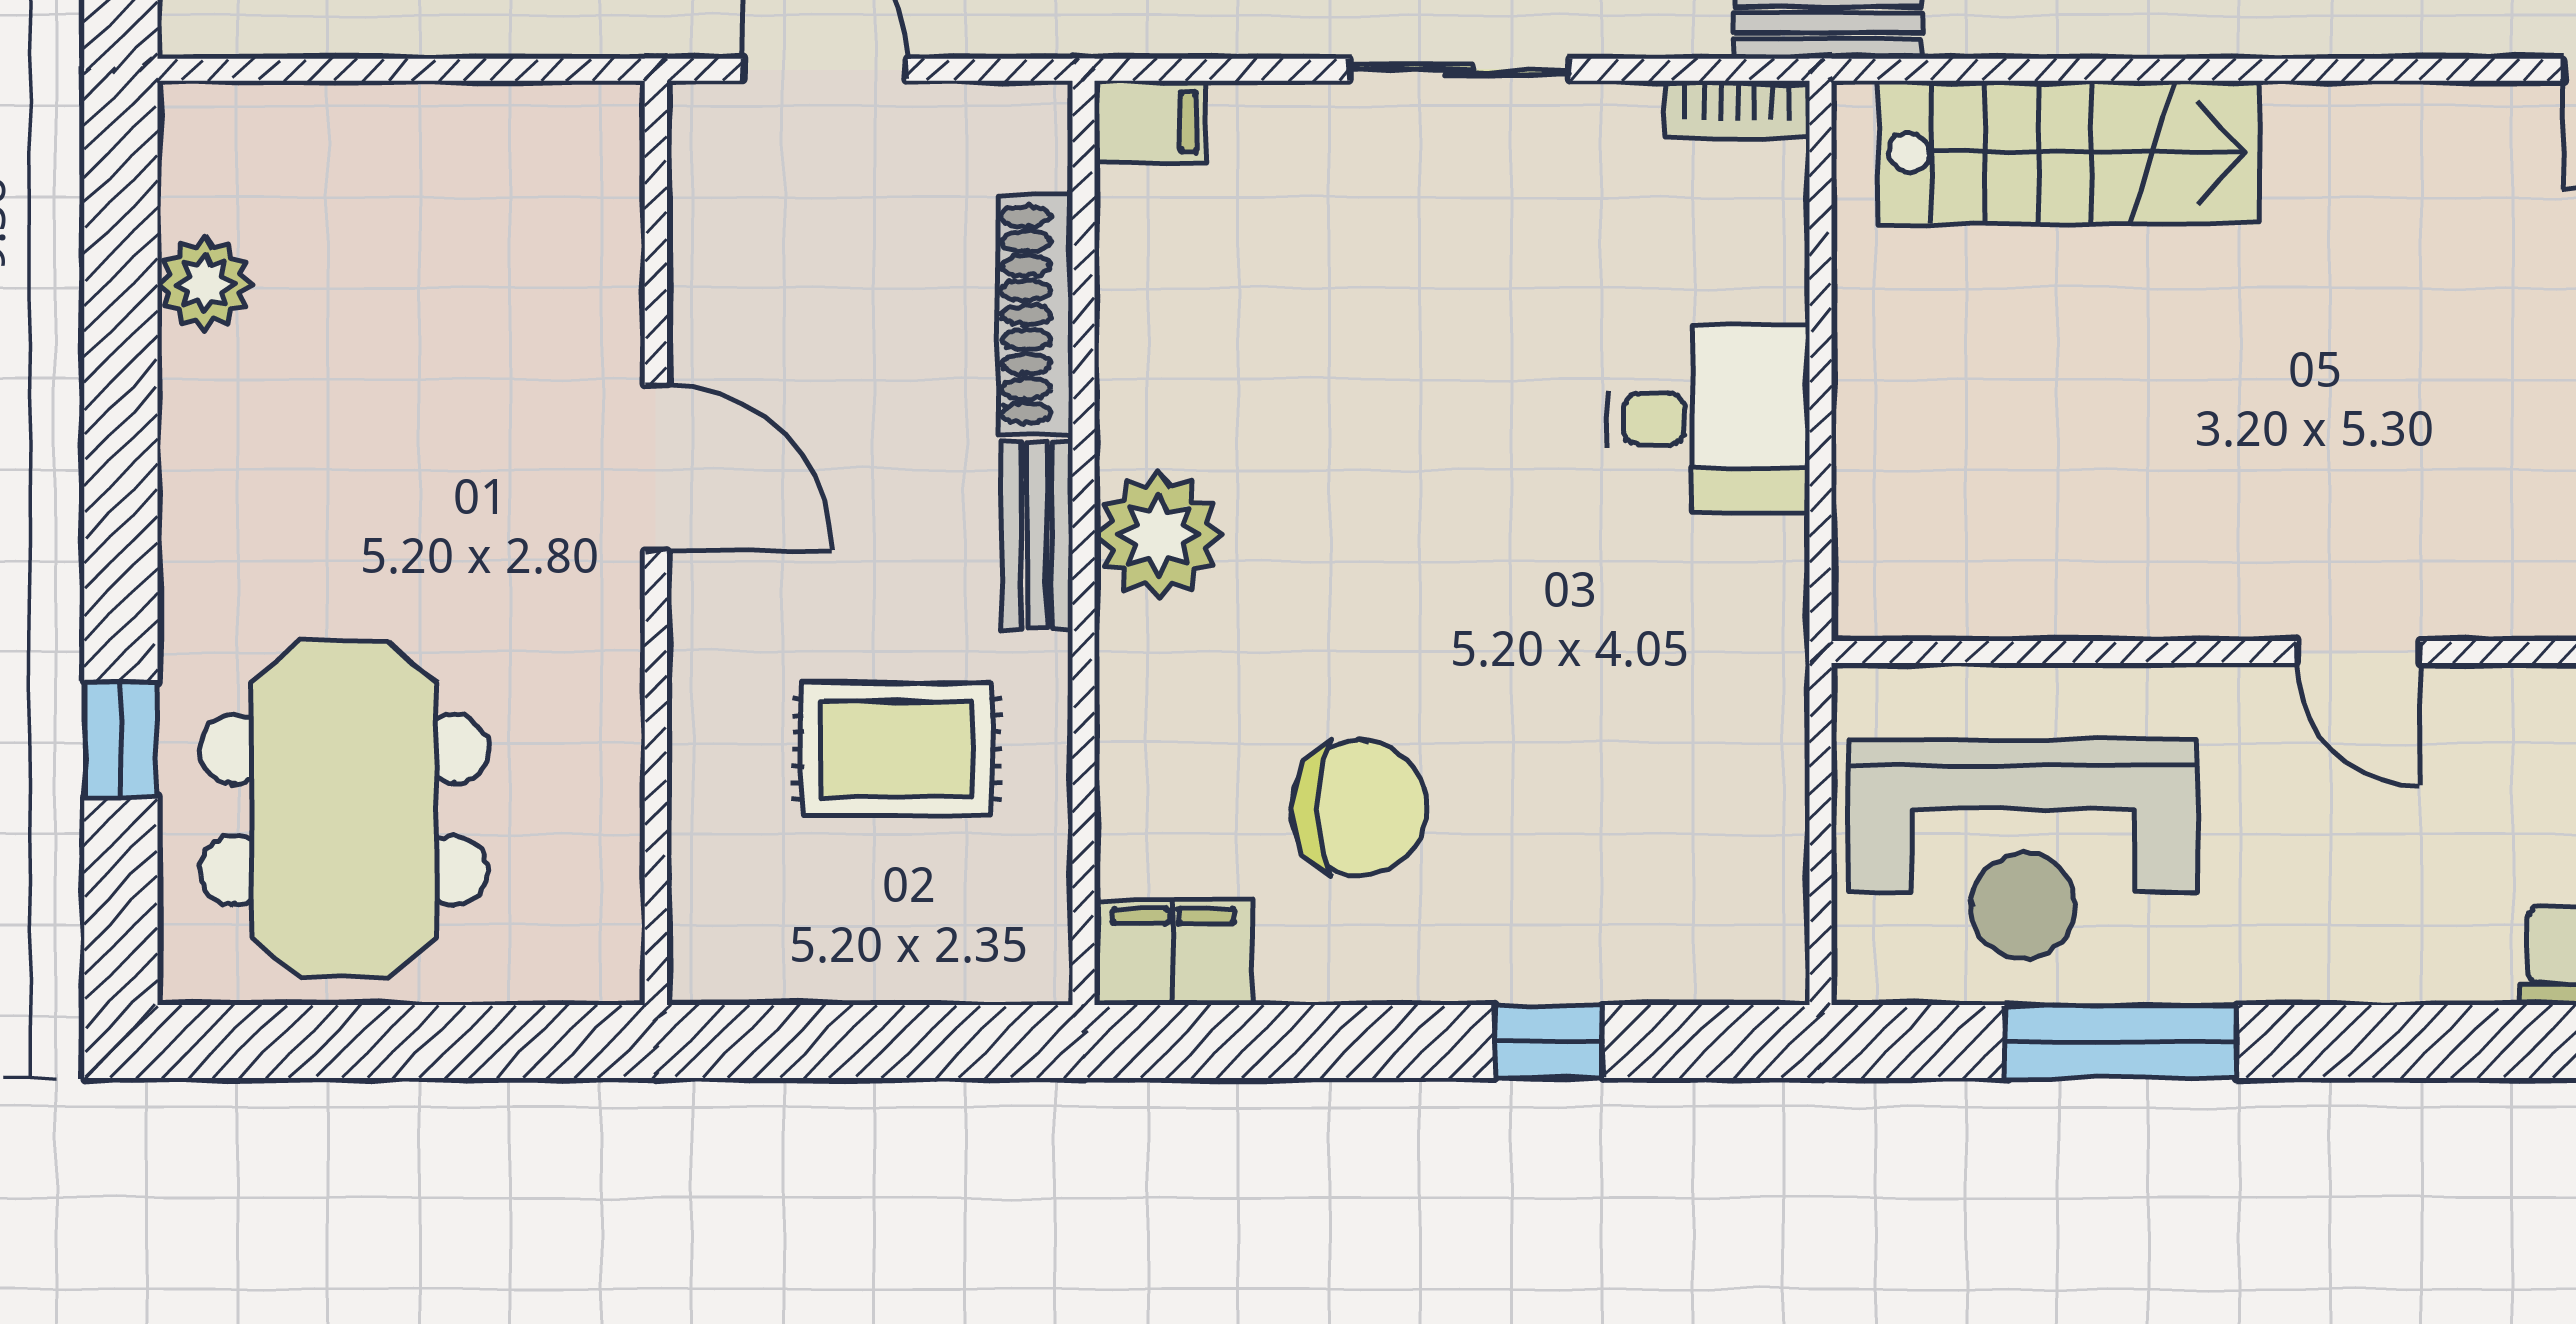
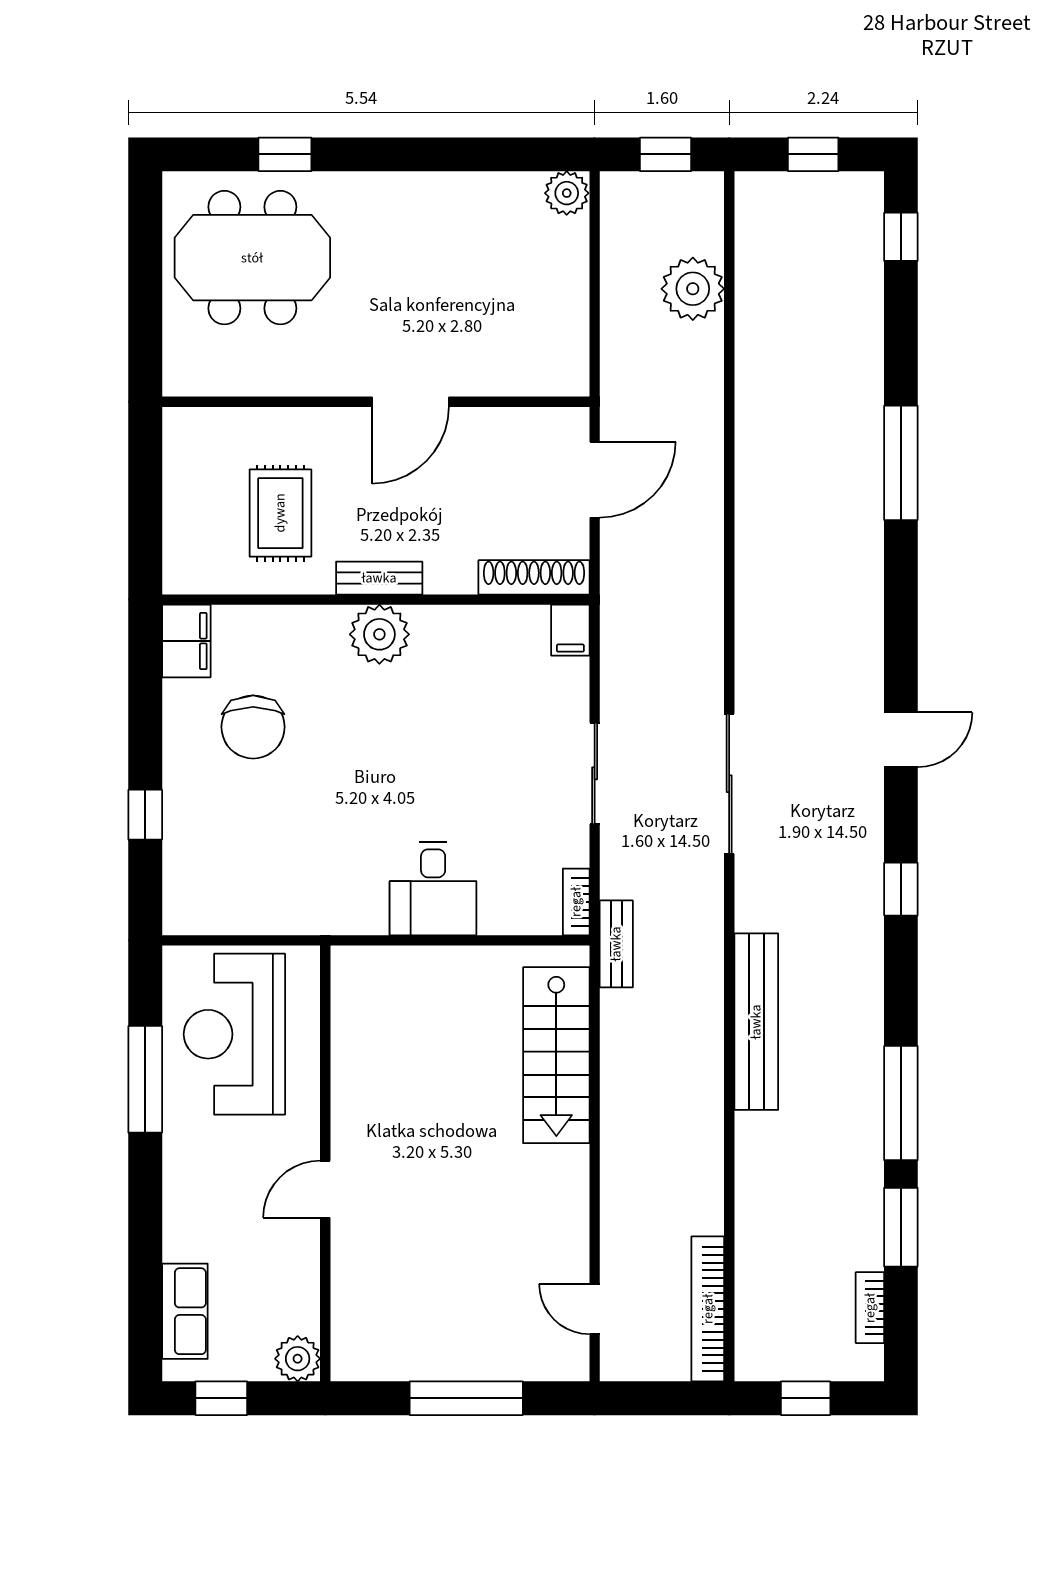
plant: (205, 283) -> (567, 193), moved
shoe rack: (1036, 315) -> (534, 577), moved

